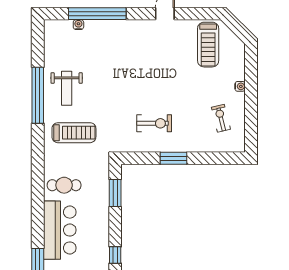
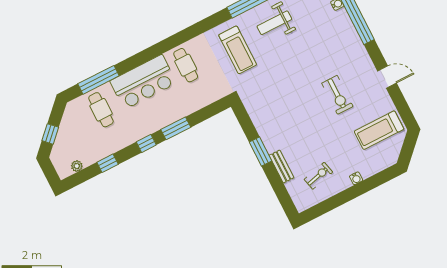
exercise bike: (154, 123) -> (337, 95), moved
bench: (196, 147) -> (282, 166), added
window: (115, 193) -> (176, 128), moved

